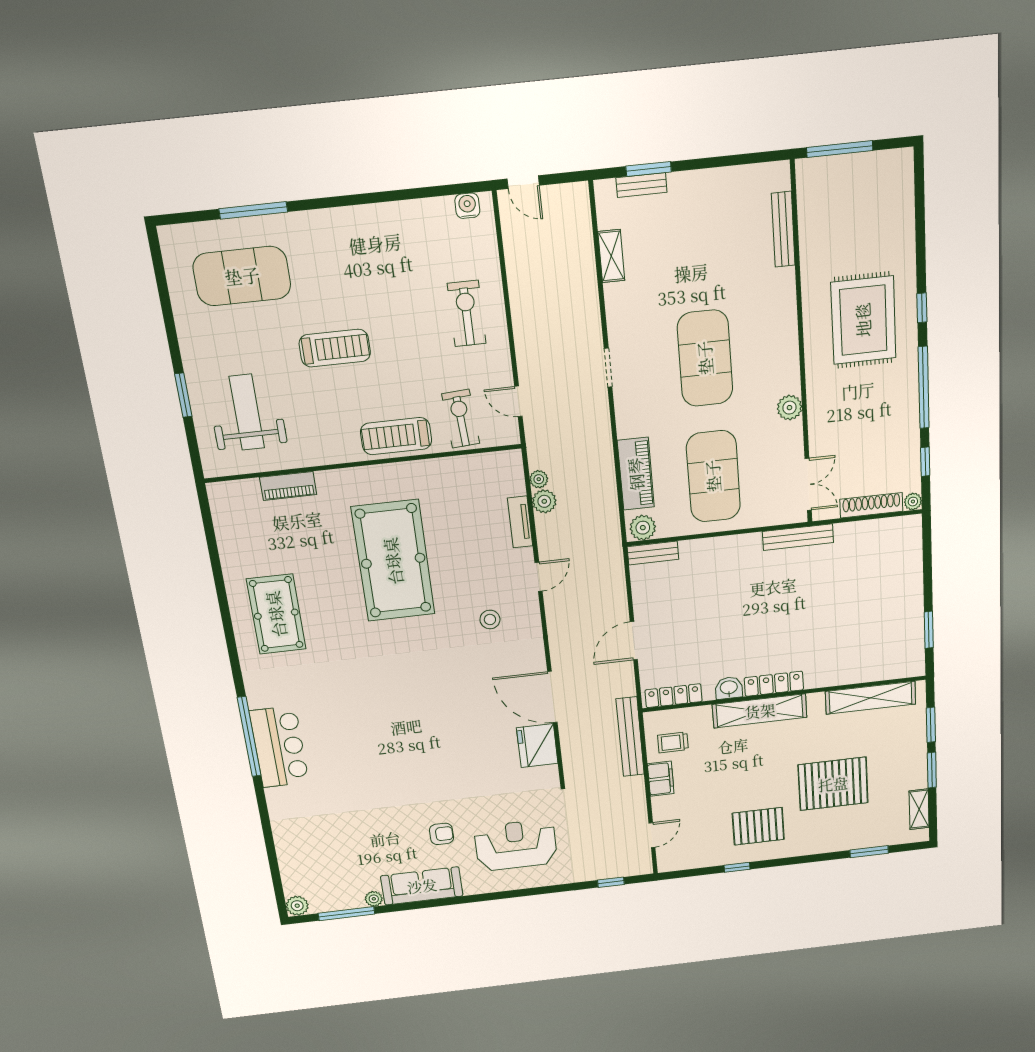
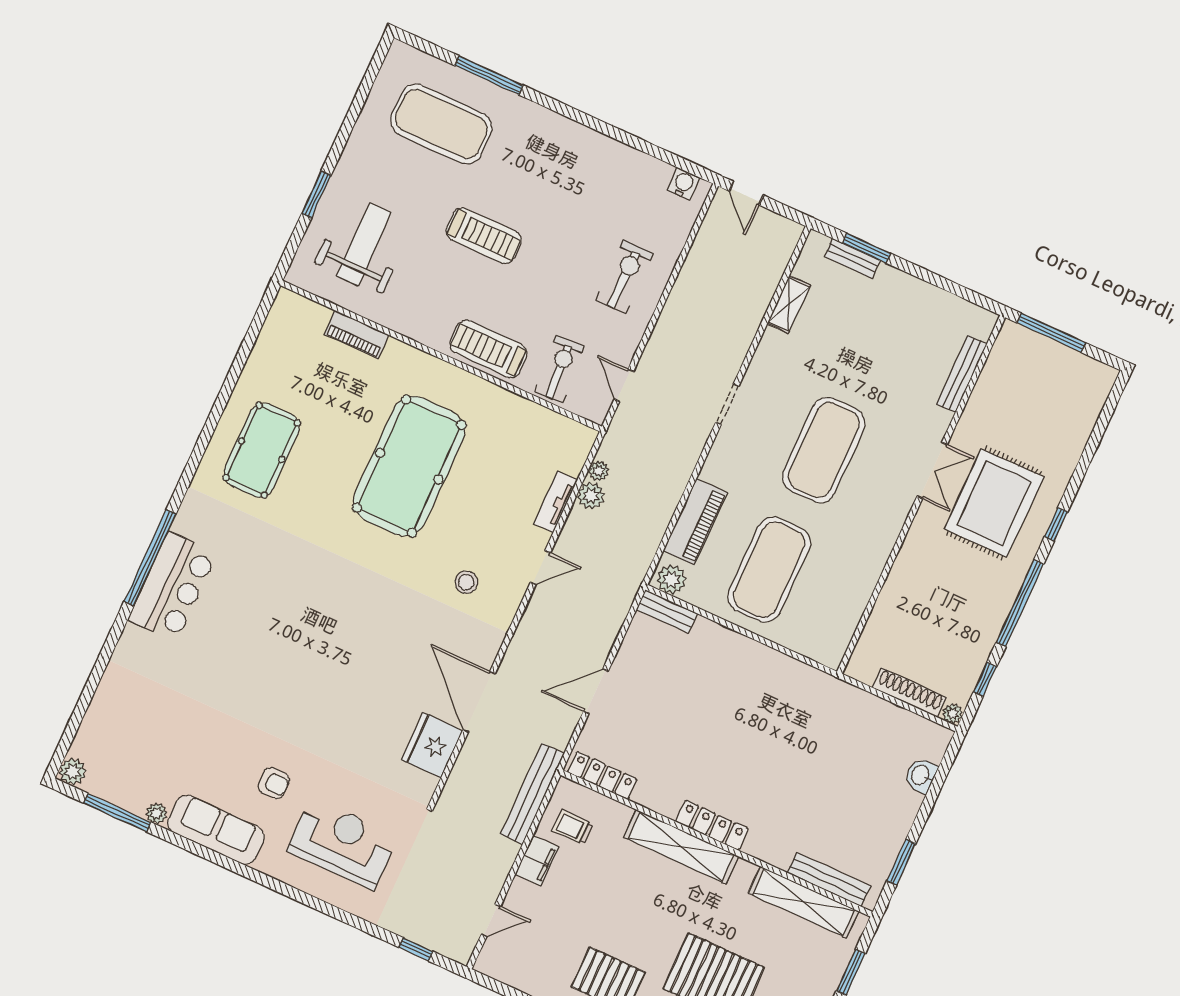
plant: (790, 408) -> (879, 546), removed
double door: (808, 484) -> (932, 470), moved
bench: (798, 537) -> (829, 880), moved
washbasin: (729, 688) -> (921, 775), moved, turned -90

